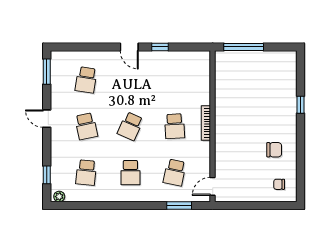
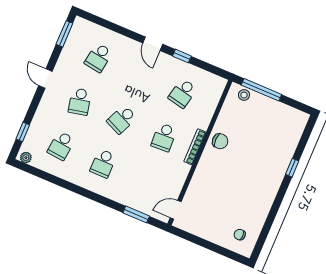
stool: (230, 58) -> (244, 95), added
chair: (274, 150) -> (220, 141), moved
school desk: (175, 173) -> (183, 93), moved

